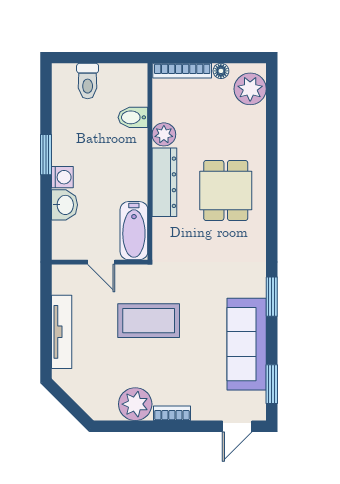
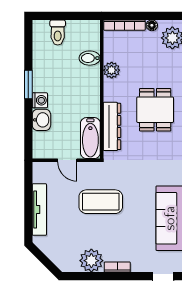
dresser: (164, 182) -> (112, 126), moved

